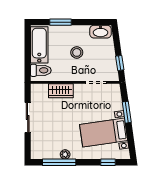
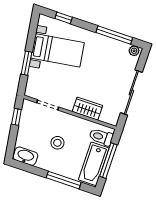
window: (60, 22) -> (64, 180), width x1.44
window: (28, 52) -> (108, 161), added
sliding door: (28, 118) -> (131, 92), width x1.37
plant: (65, 154) -> (134, 51), moved

